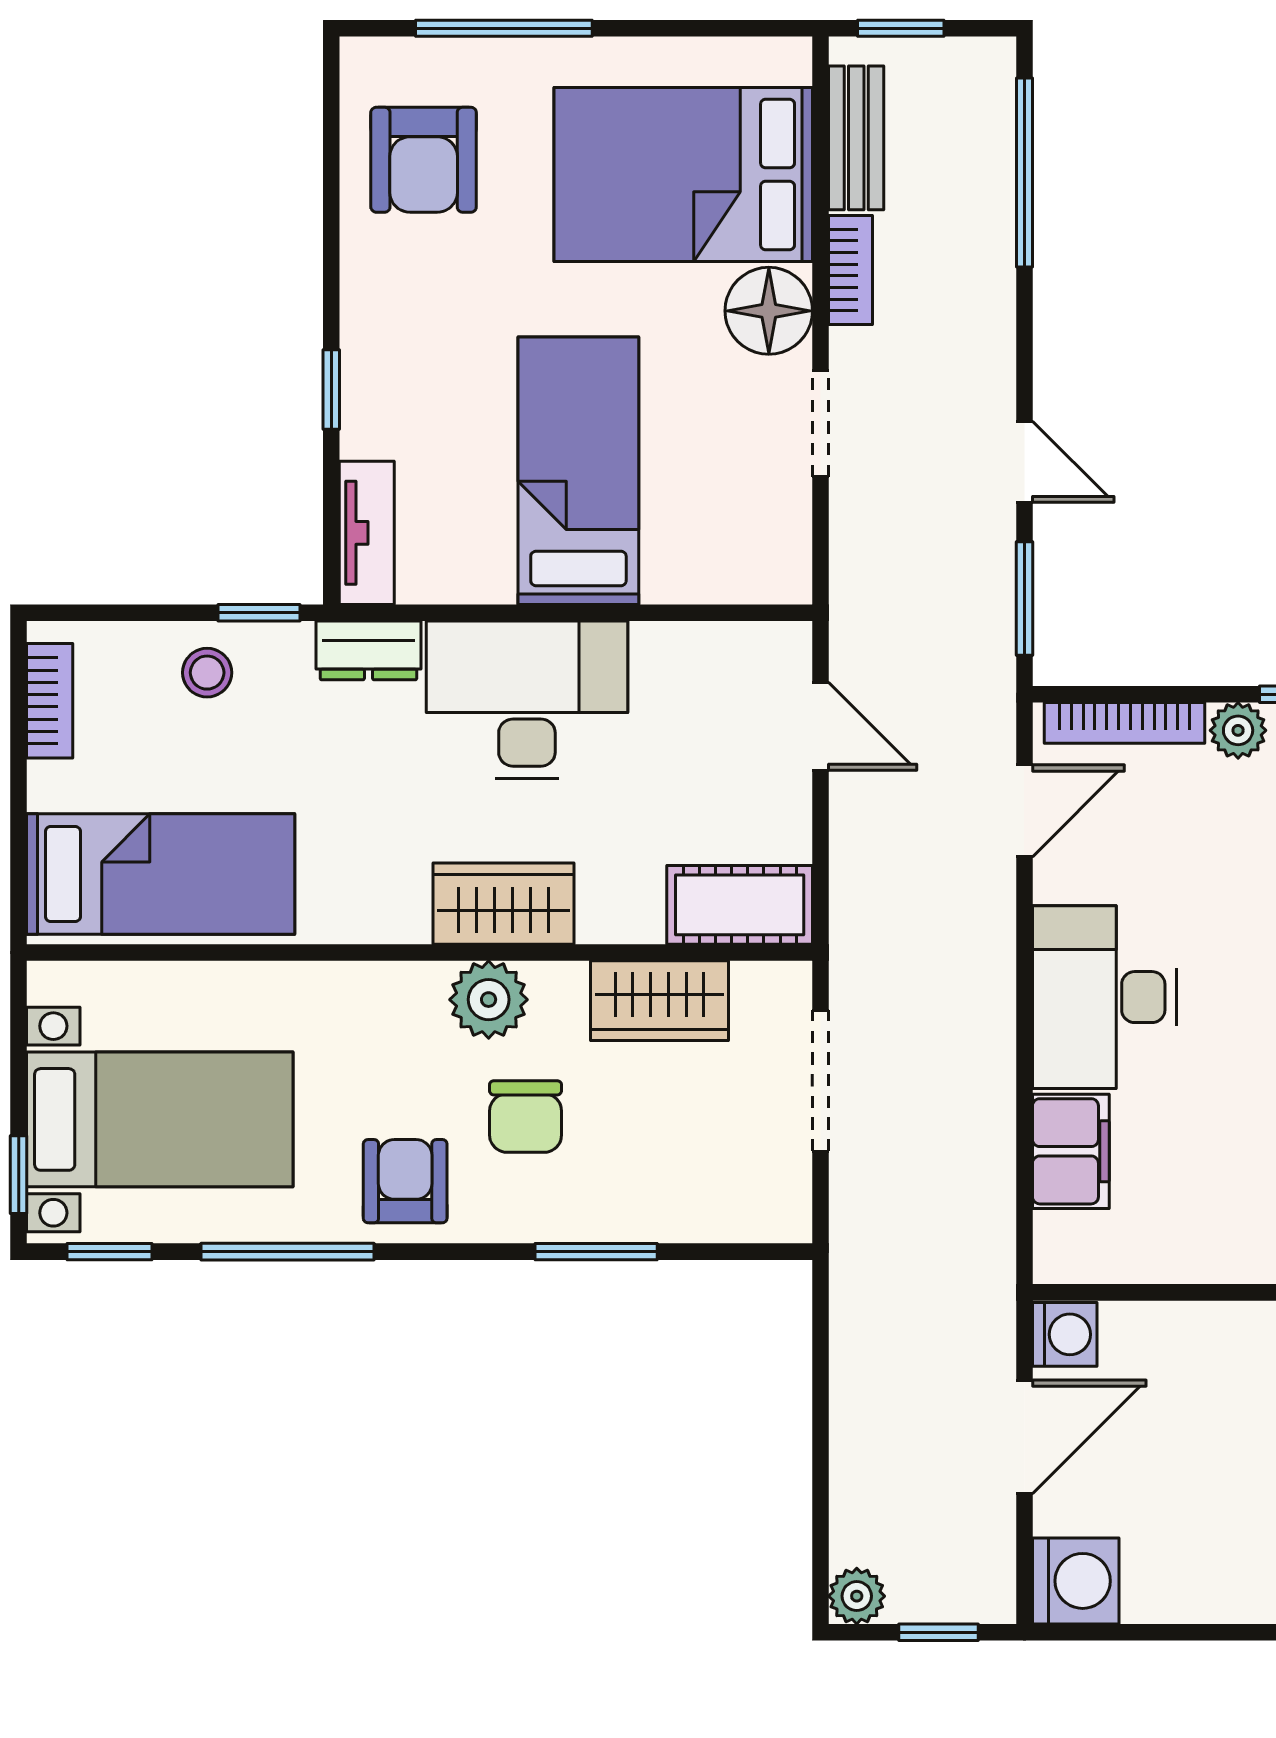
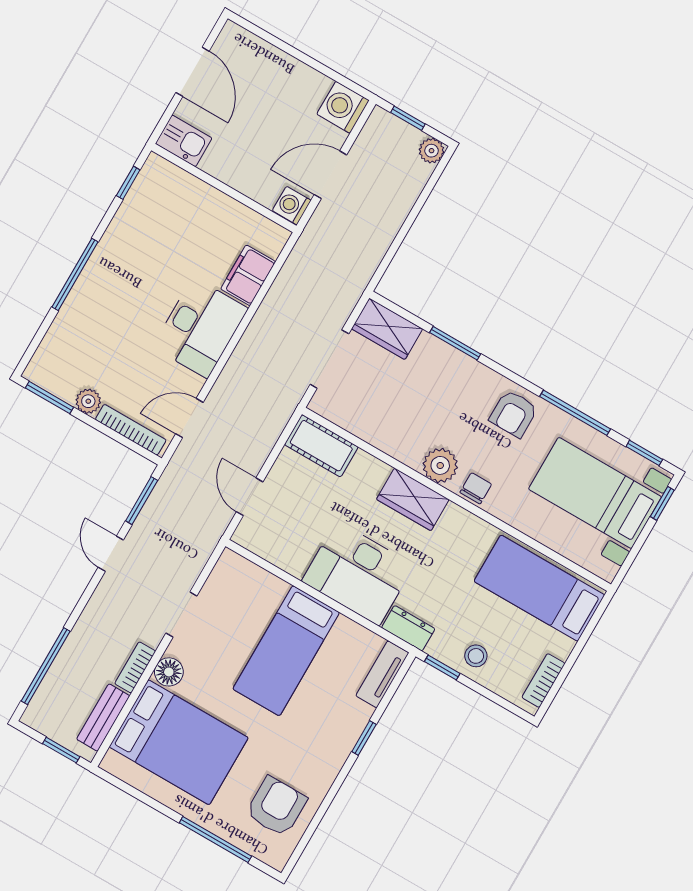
floor lamp: (769, 311) -> (169, 672), width x0.73, depth x0.73
wardrobe: (659, 1001) -> (387, 329), moved, turned 180
chair: (526, 1117) -> (476, 488), moved, width x0.73, depth x0.73

